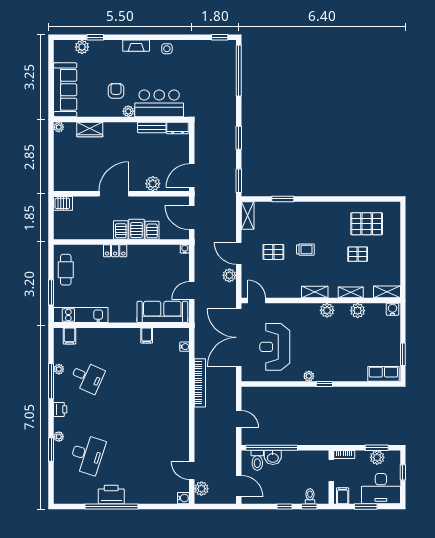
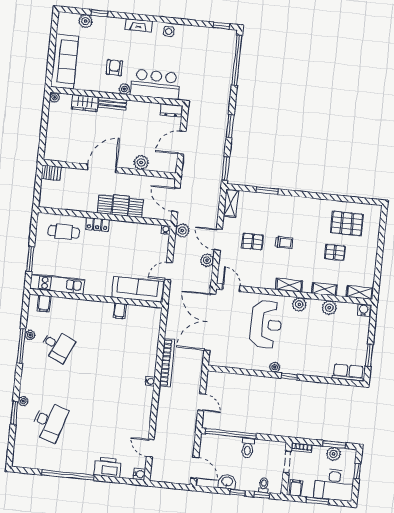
bench: (152, 127) -> (113, 104), moved
door: (192, 176) -> (182, 143), moved
cafe table: (66, 270) -> (64, 232), moved, turned 90
water cooler: (185, 347) -> (150, 381), moved
reception desk: (275, 347) -> (266, 324), moved, turned 180
printer: (60, 409) -> (27, 375), removed
washbasin: (273, 457) -> (227, 482), moved, turned 180
toilet: (257, 460) -> (248, 448), moved
plant: (201, 489) -> (182, 230), moved
printer: (111, 494) -> (107, 467), moved

